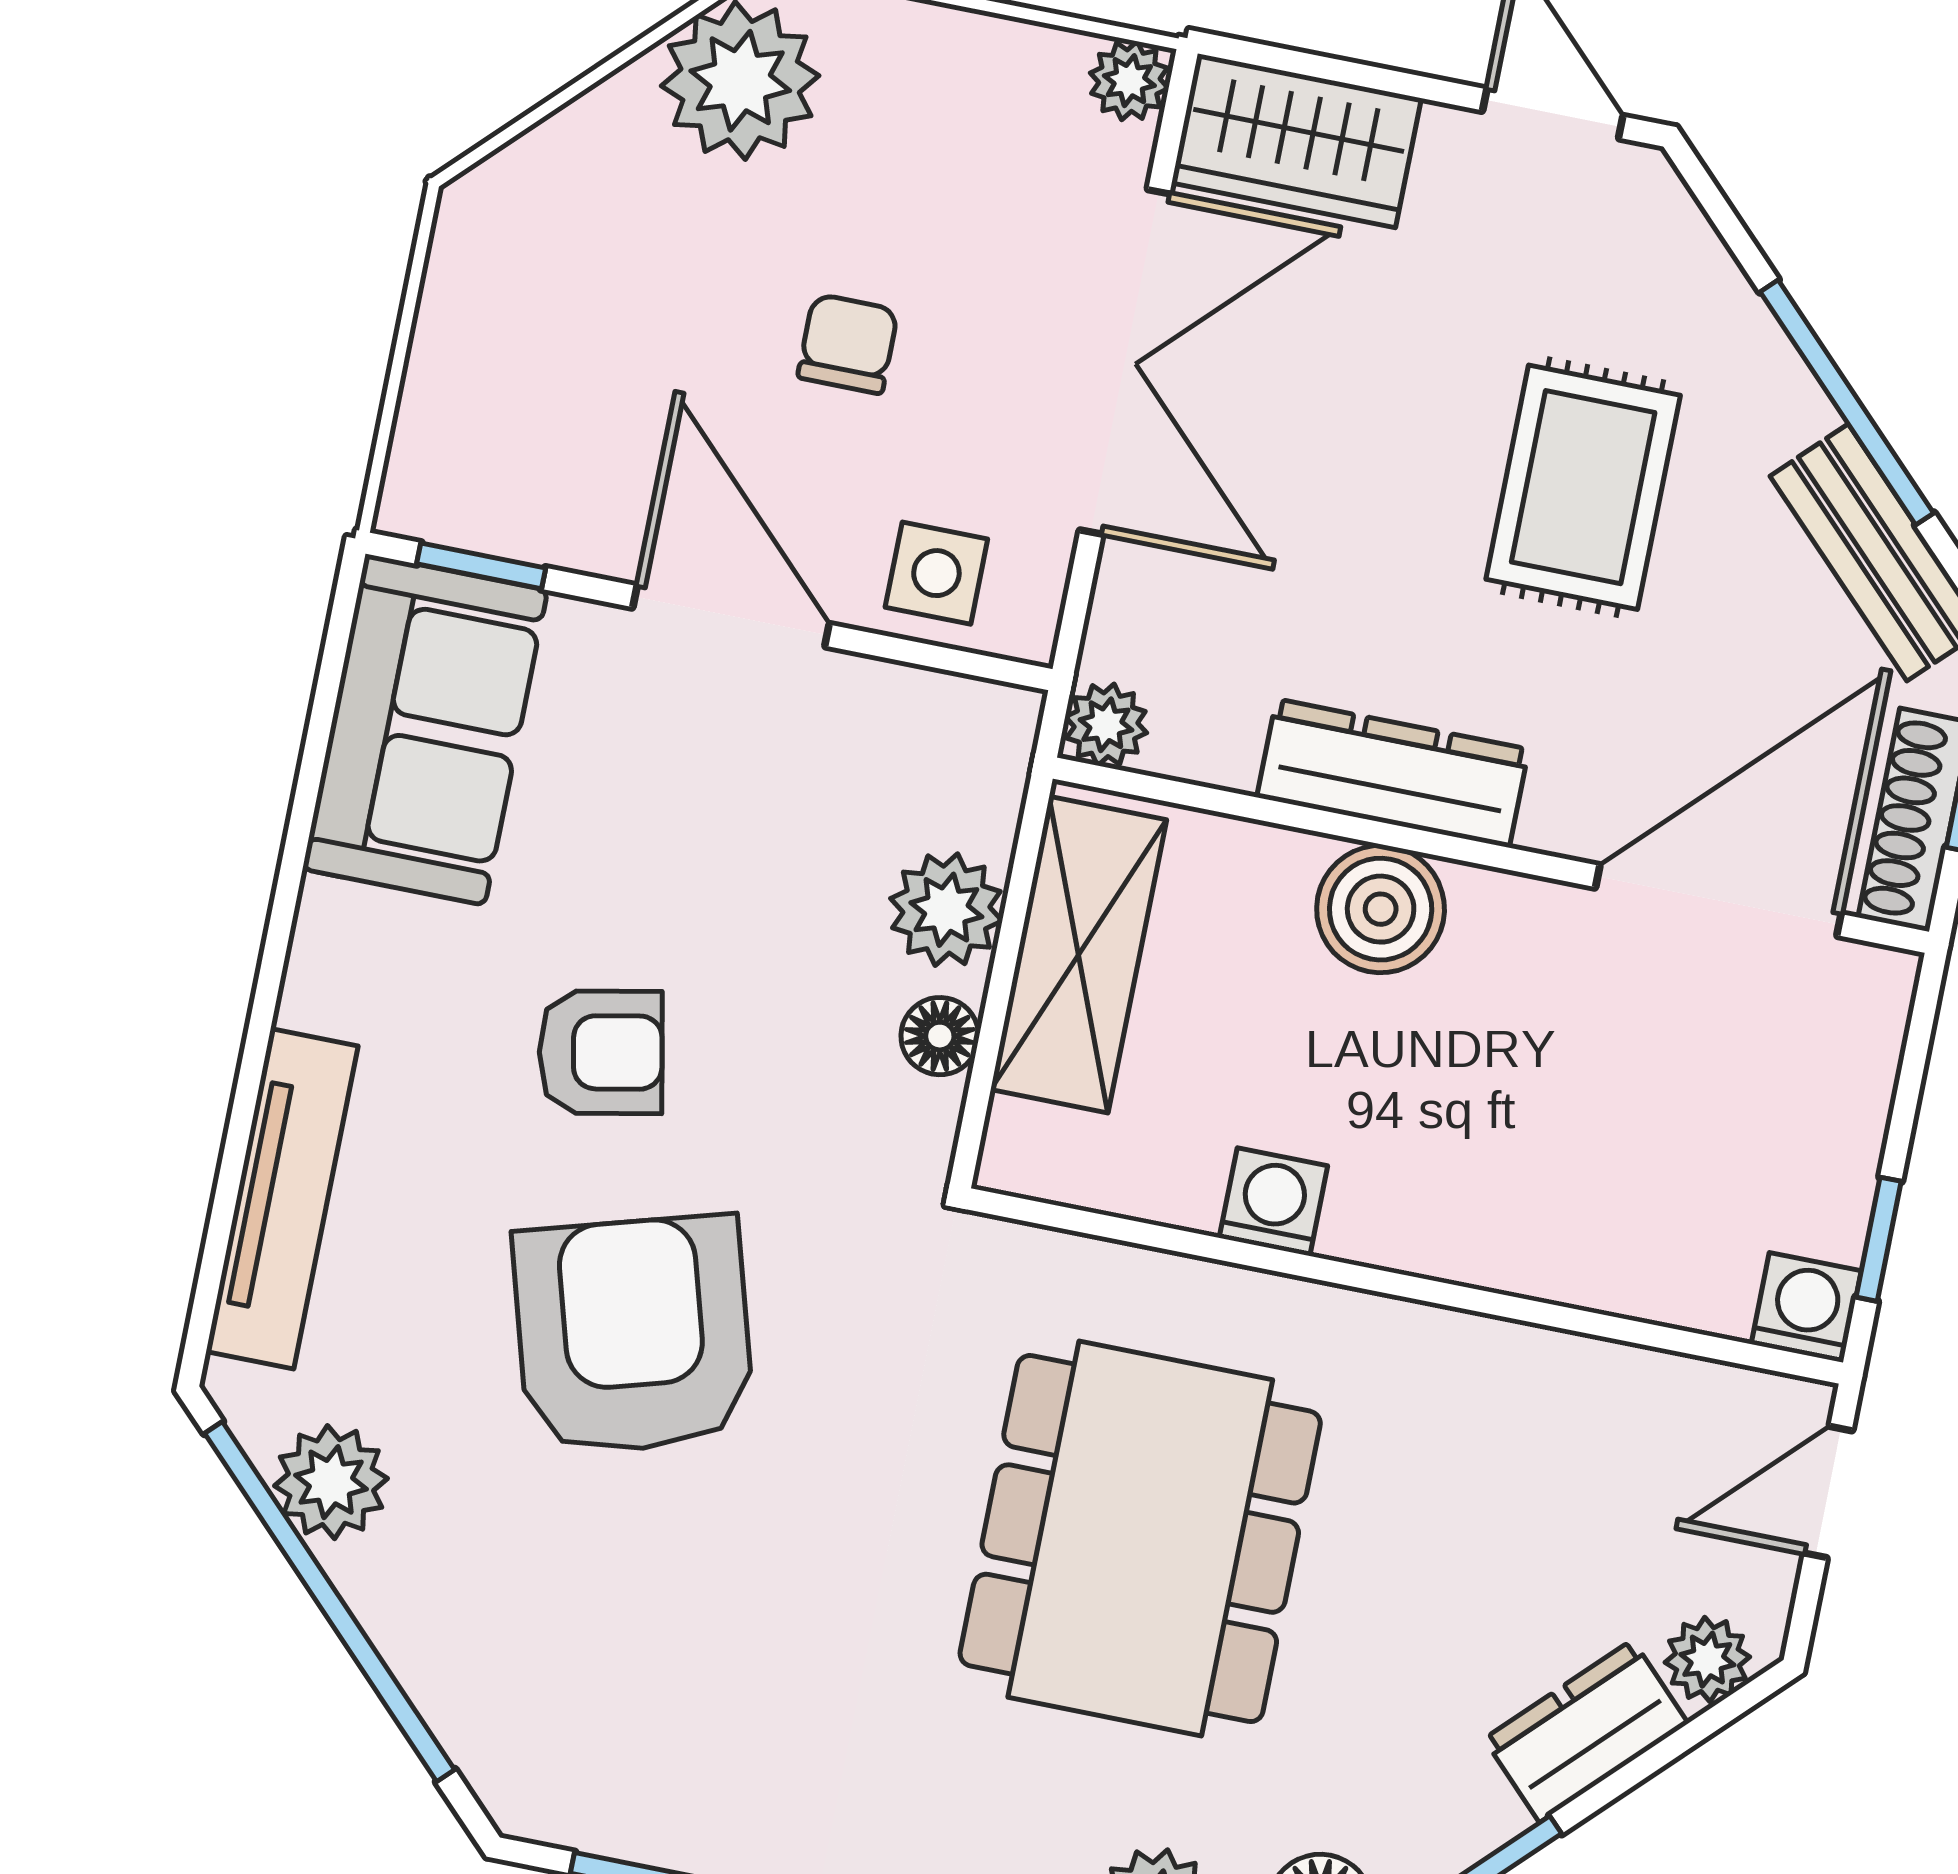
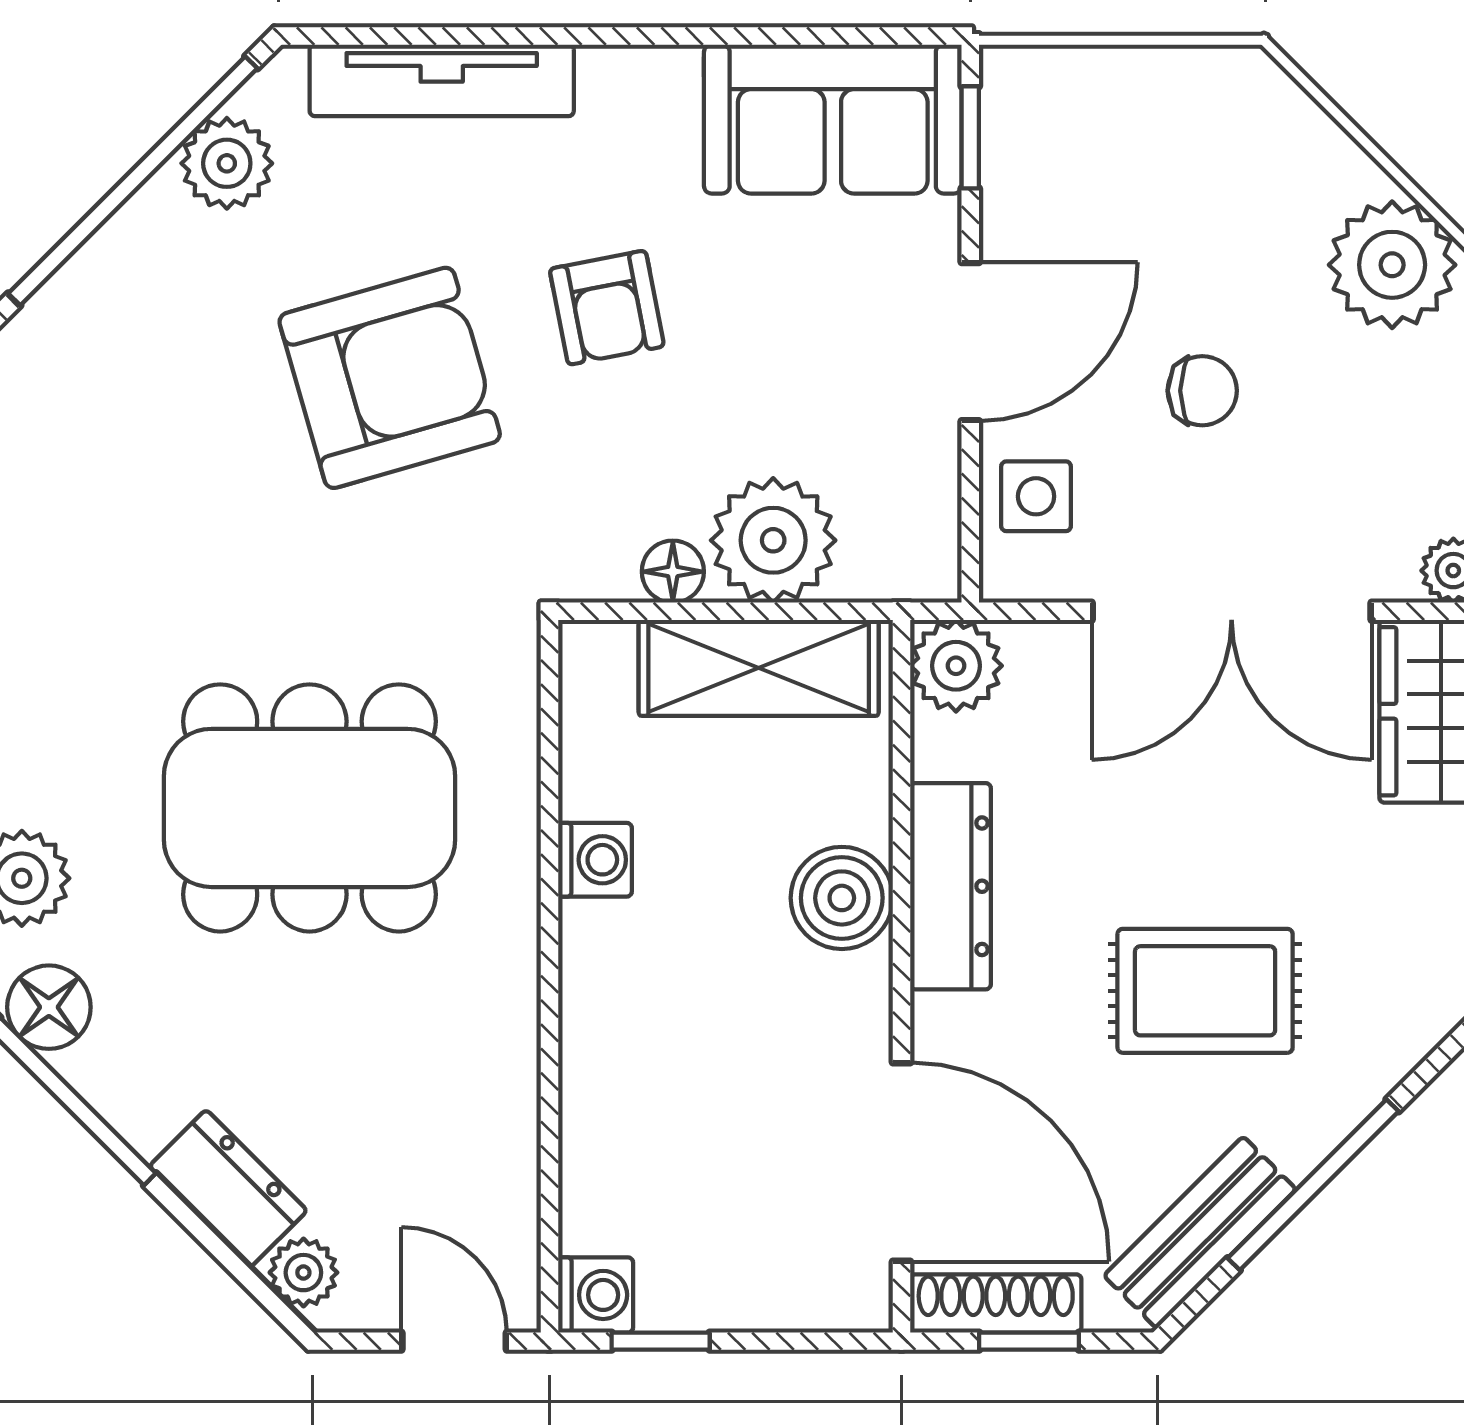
plant: (1106, 725) -> (956, 666), width x1.38, depth x1.38
plant: (946, 910) -> (773, 540), width x1.36, depth x1.36

